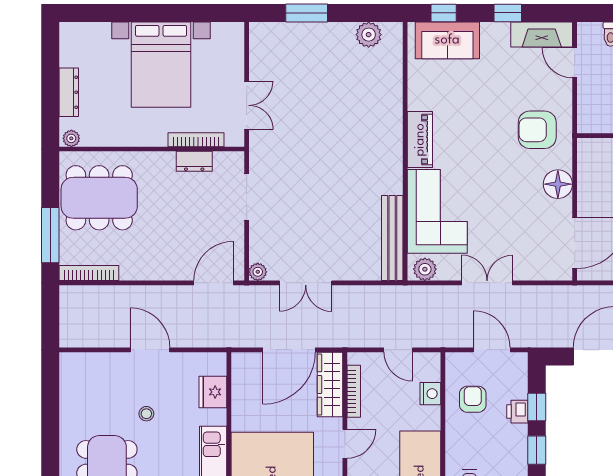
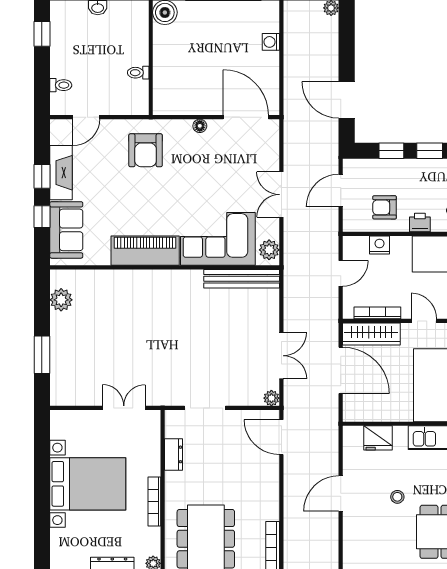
window: (444, 13) -> (42, 217), moved
fireplace: (542, 34) -> (61, 173), moved
bookcase: (196, 140) -> (154, 501), moved
piano: (420, 140) -> (145, 251), width x1.37, depth x1.33
floor lamp: (558, 184) -> (200, 126), width x0.53, depth x0.53
printer: (517, 412) -> (420, 223), moved, turned 180

